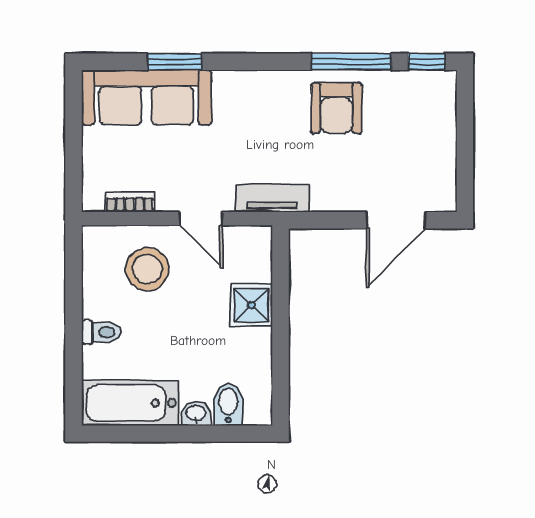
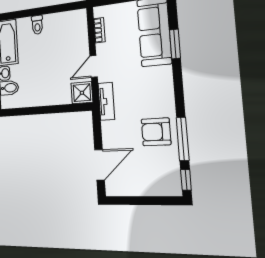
door: (396, 220) -> (100, 165), swing flipped
stool: (147, 269) -> (68, 43), removed
shower: (251, 305) -> (82, 93), moved

